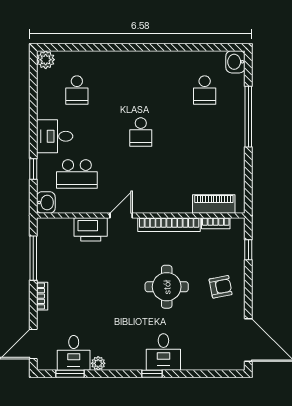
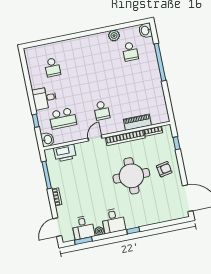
plant: (46, 60) -> (114, 36), moved
school desk: (141, 132) -> (102, 110), moved
piano: (214, 204) -> (137, 122), moved
printer: (91, 229) -> (65, 153), moved
round table: (167, 287) -> (131, 176), width x1.36, depth x1.36
desk: (163, 352) -> (113, 221), moved

